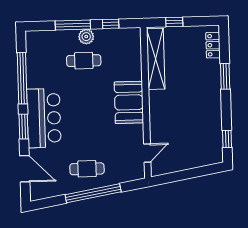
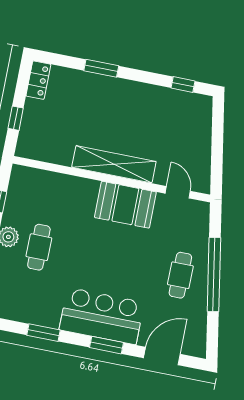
locker: (213, 45) -> (38, 80), moved, turned -90
shelving: (156, 59) -> (114, 164), moved
window: (22, 78) -> (43, 333), width x0.47
booth: (129, 102) -> (125, 205), moved

